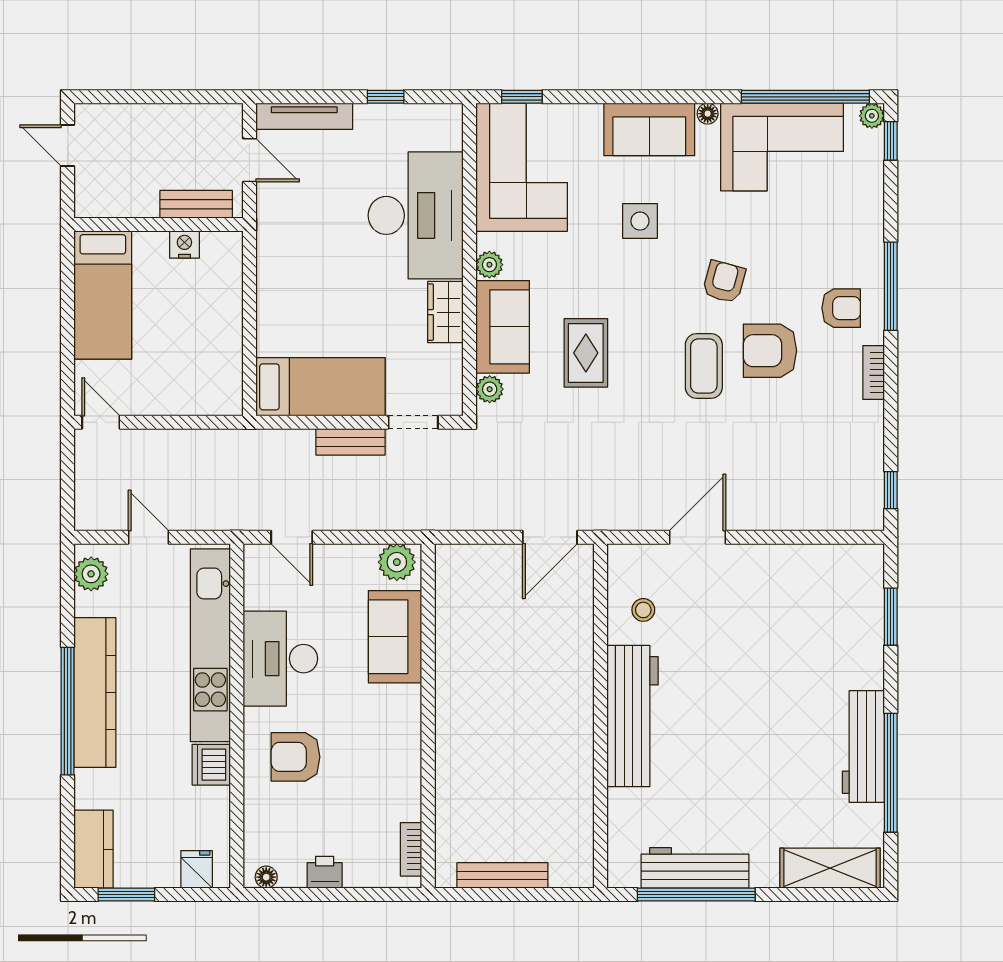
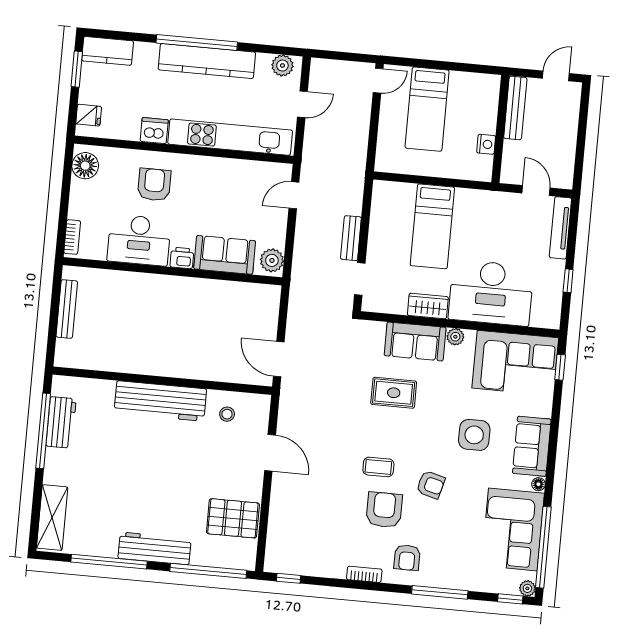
door: (249, 160) -> (536, 191), swing flipped
bench: (196, 204) -> (515, 108), moved, width x1.36
side table: (640, 221) -> (474, 435), width x1.37, depth x1.37
window: (891, 286) -> (440, 592), moved
bed: (103, 295) -> (427, 109), moved, turned -90
coffee table: (704, 366) -> (378, 467), width x0.73, depth x0.77
bed: (320, 387) -> (432, 226), moved
plant: (490, 389) -> (376, 330), removed
pallet: (805, 586) -> (233, 518), added
window: (891, 617) -> (208, 571), width x2.11
desk: (280, 659) -> (139, 240), moved, turned 180
workbench: (863, 746) -> (155, 548), moved
bookcase: (411, 849) -> (72, 237), moved, turned 90
workbench: (695, 868) -> (61, 422), width x0.73
printer: (325, 872) -> (182, 258), moved, turned -90
floor lamp: (266, 877) -> (85, 166), width x1.89, depth x1.89

